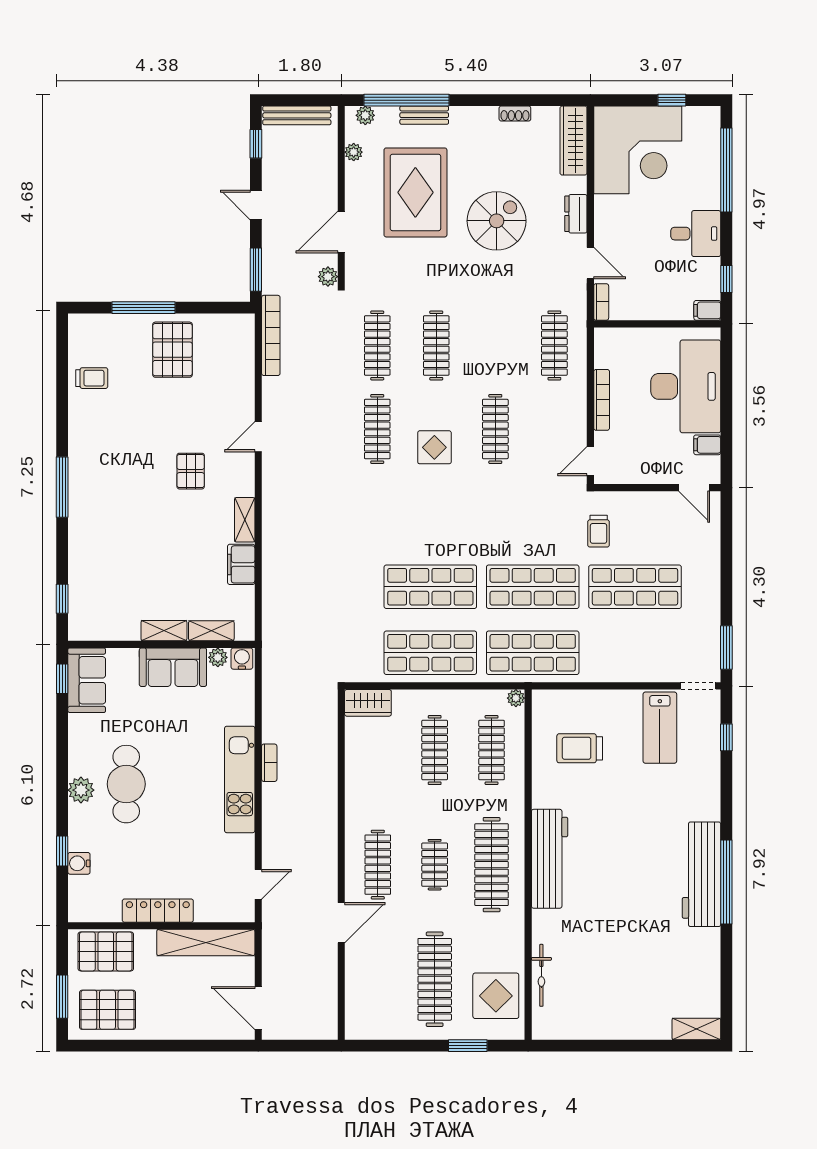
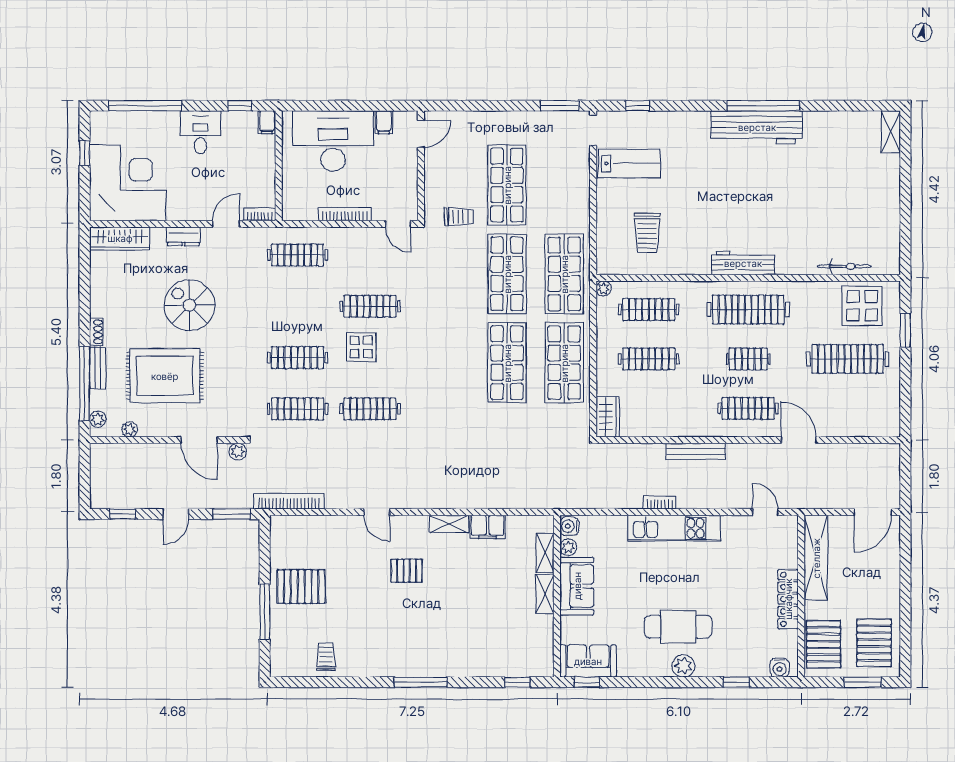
shoe rack: (515, 114) -> (96, 332), moved
bench: (297, 115) -> (696, 451), moved, turned 90
display table: (434, 447) -> (361, 347), moved
workbench: (550, 859) -> (743, 263), width x0.73, depth x0.76
water cooler: (79, 863) -> (780, 668), moved

